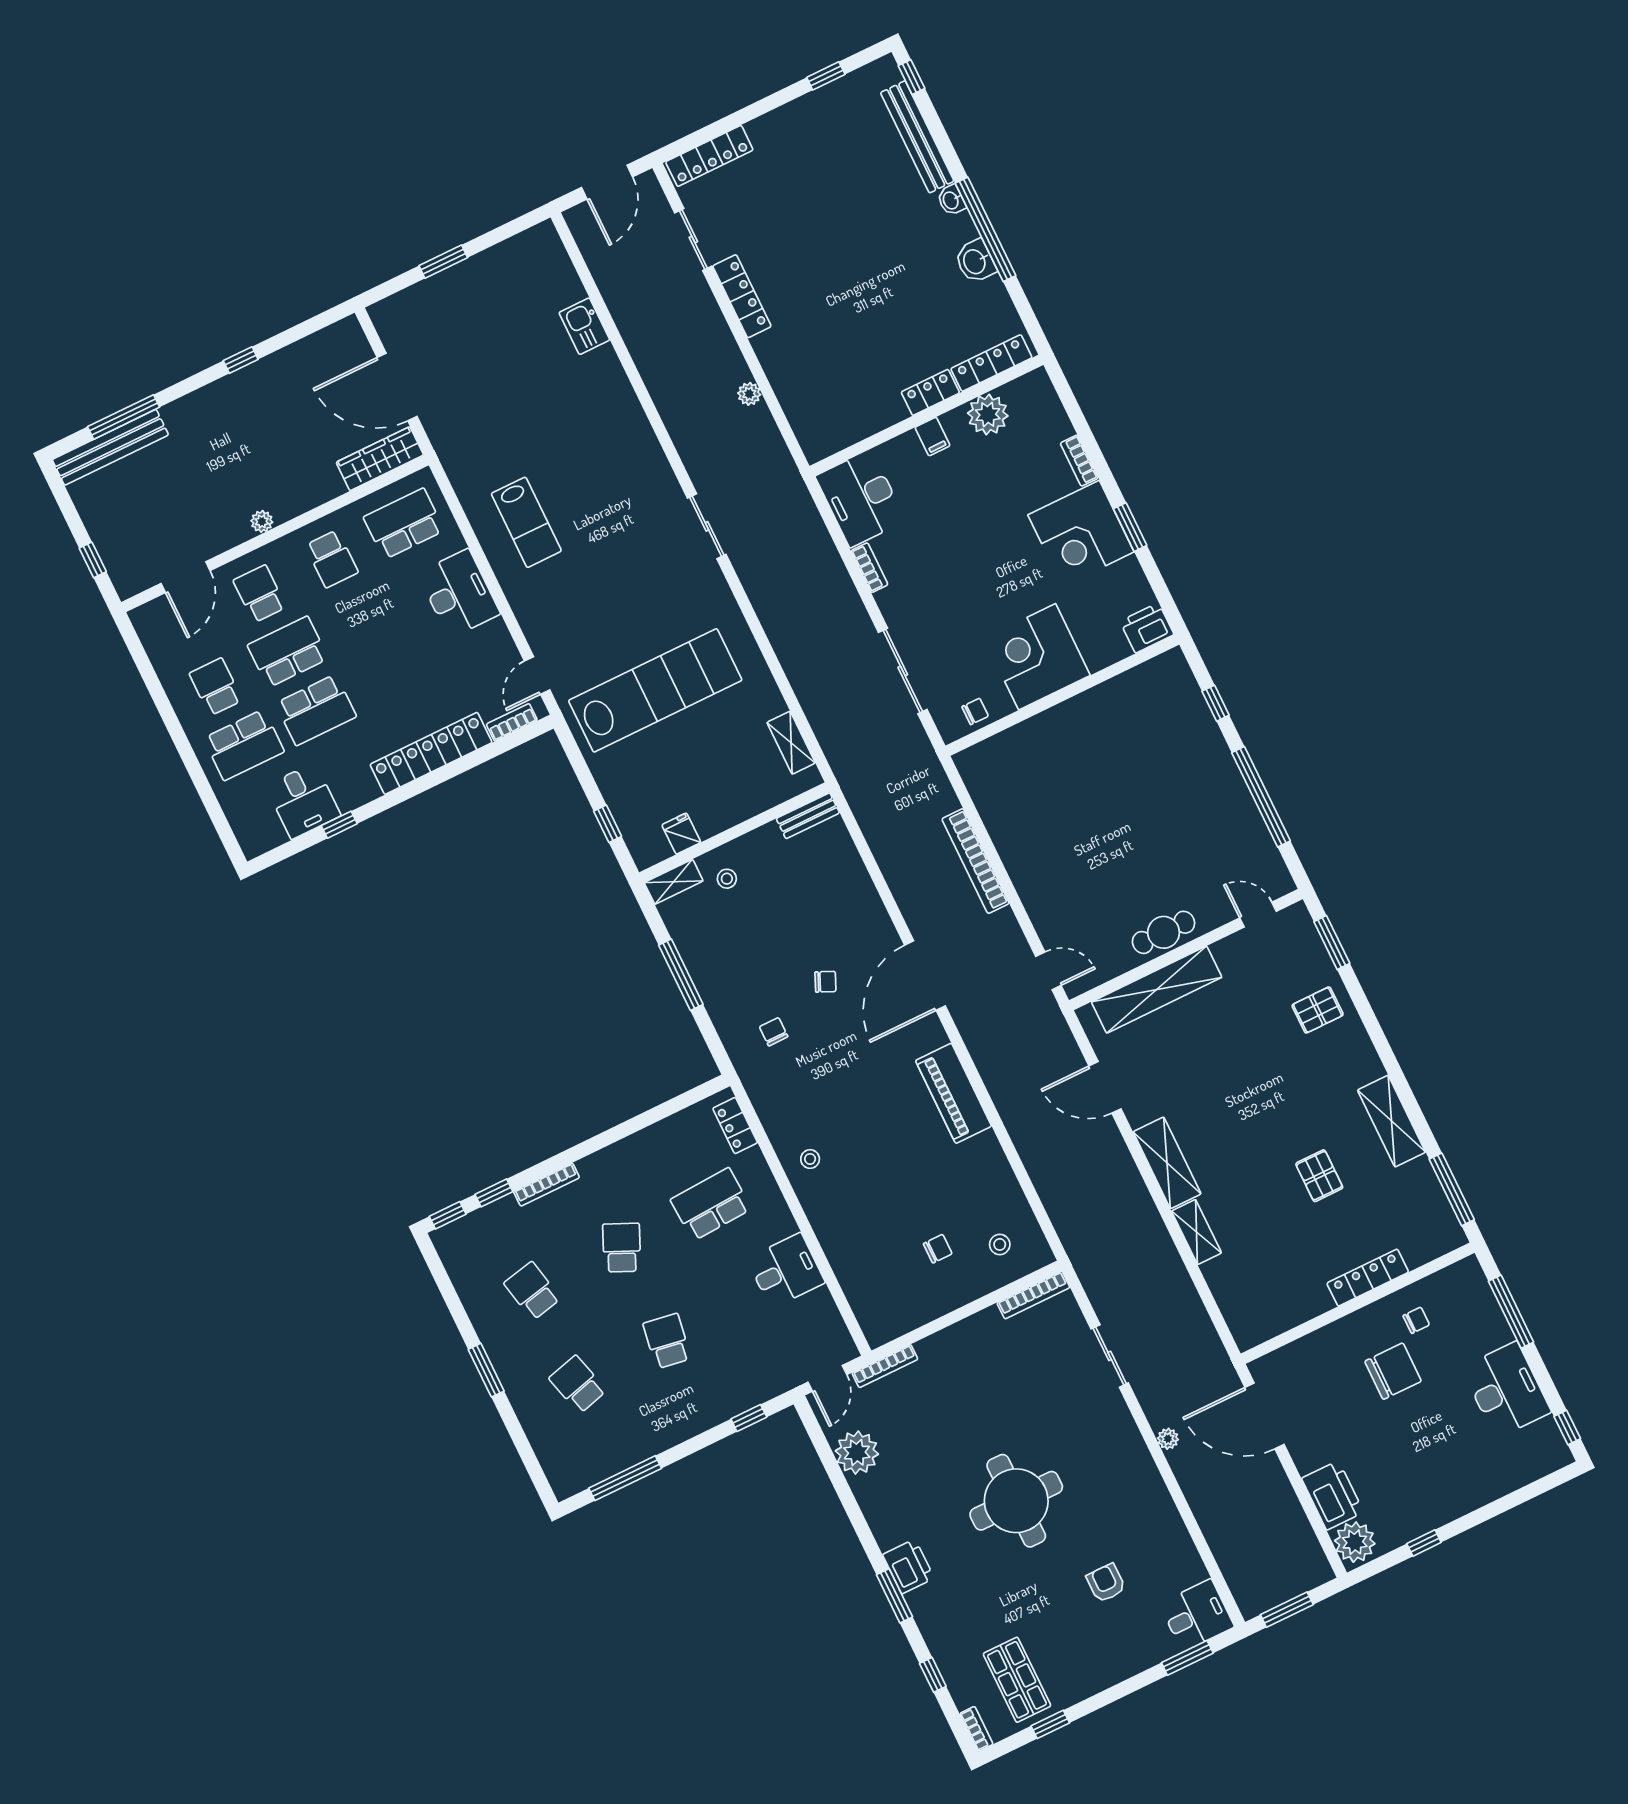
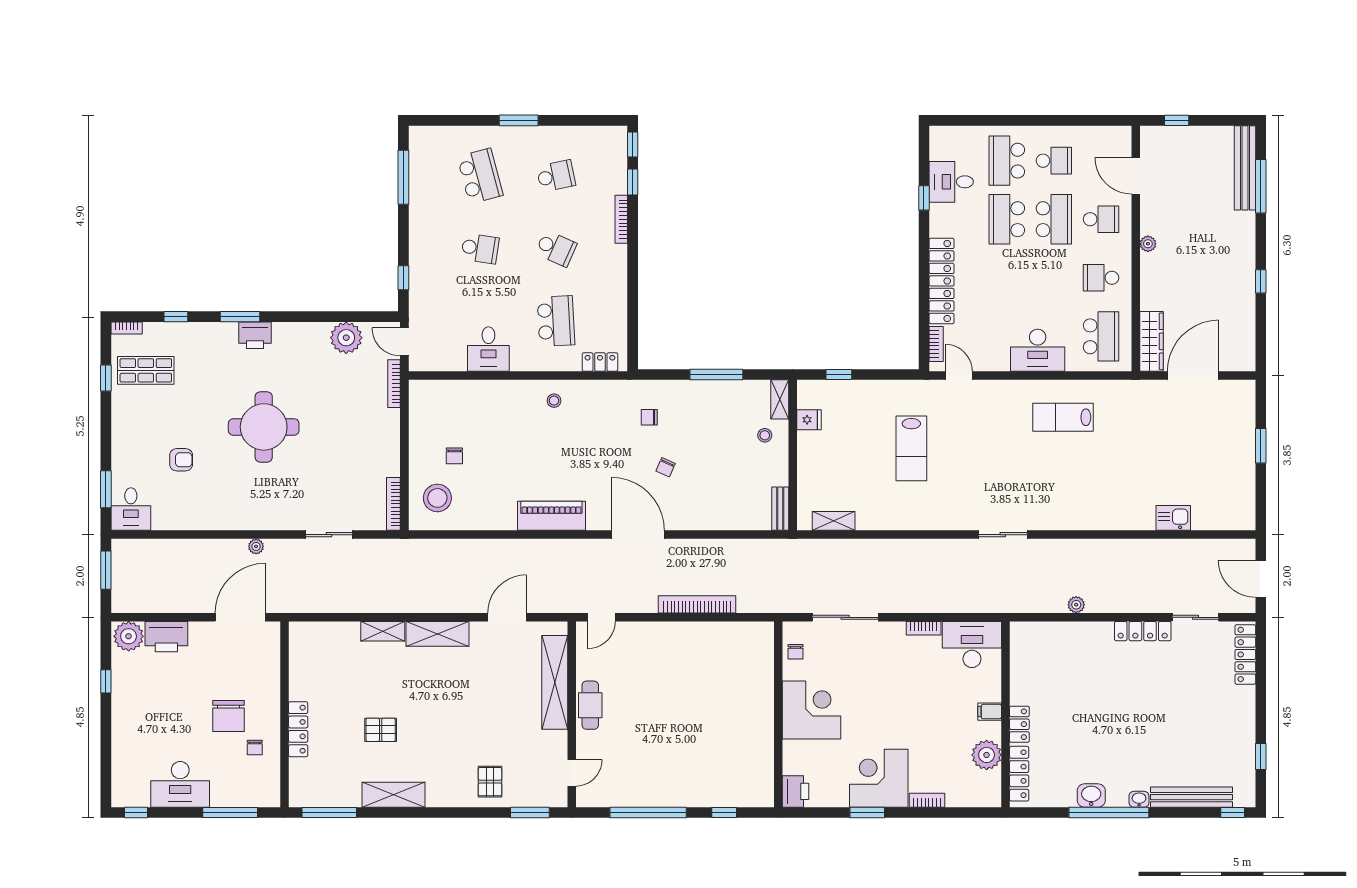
lab bench: (655, 690) -> (911, 448), width x0.54, depth x0.72
chair: (774, 1032) -> (649, 417), turned 180
stool: (1000, 1244) -> (437, 498), width x1.89, depth x1.89
school desk: (578, 1384) -> (480, 176), width x1.85

